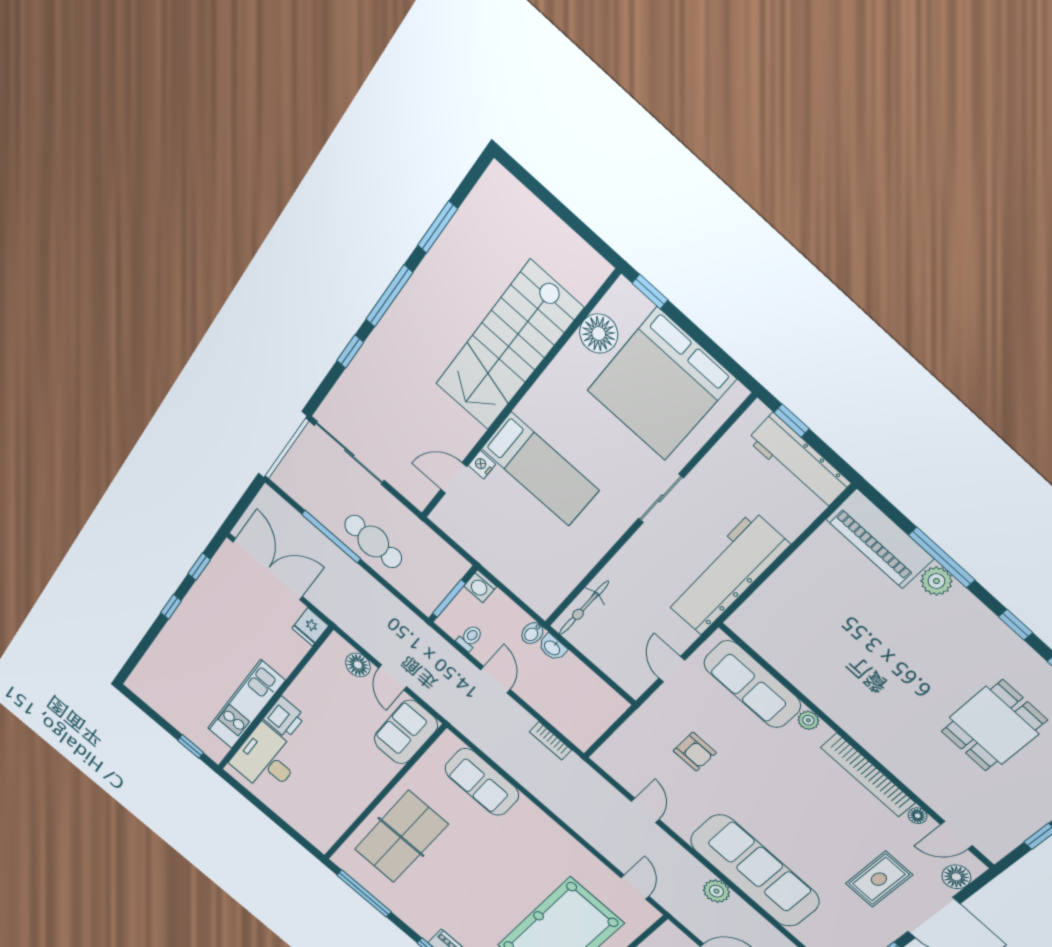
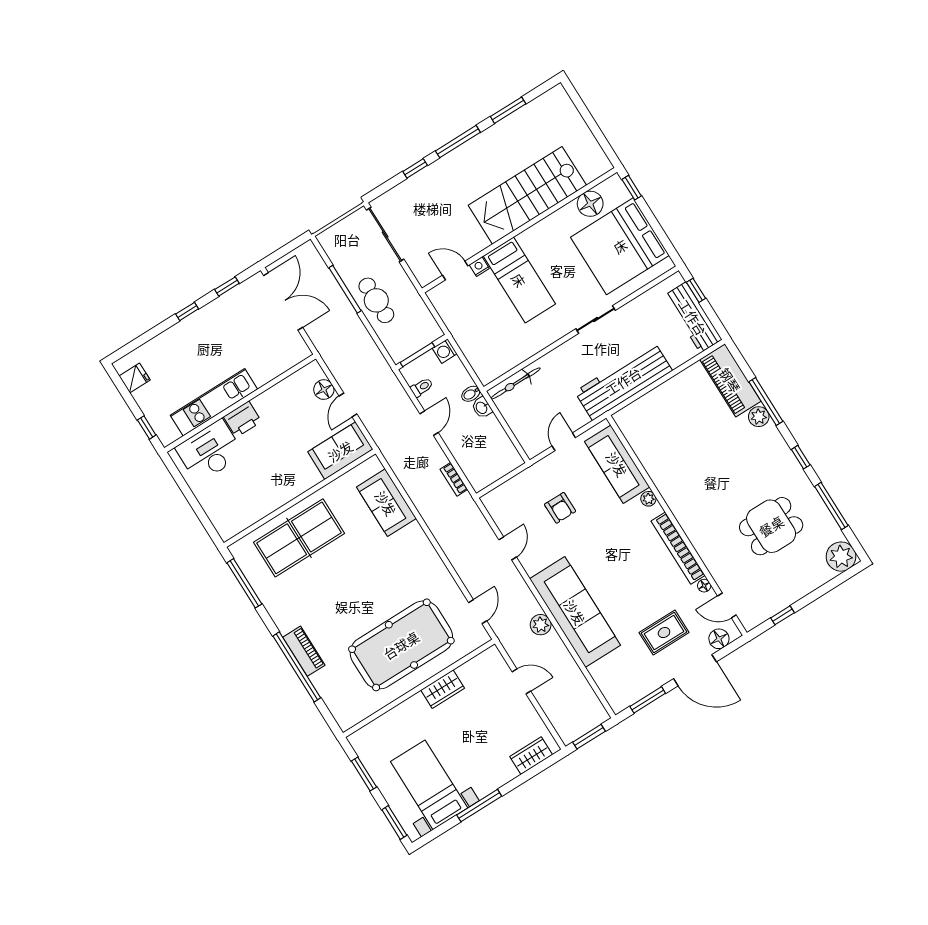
fridge: (310, 627) -> (135, 378), moved, turned 180

